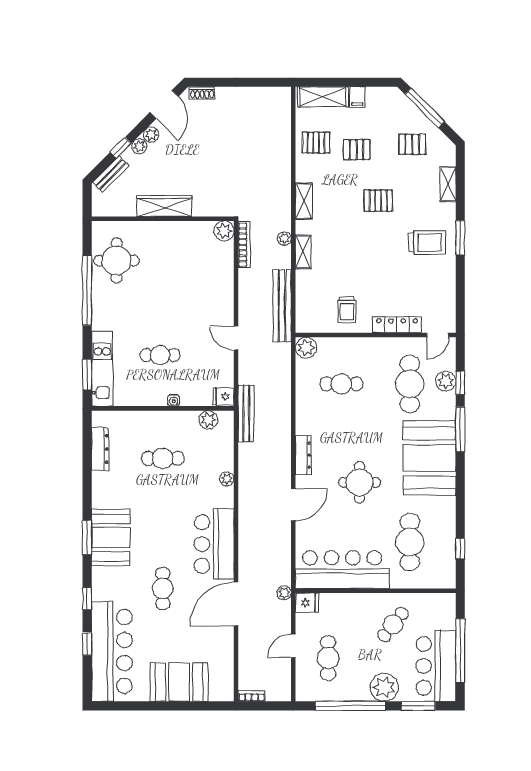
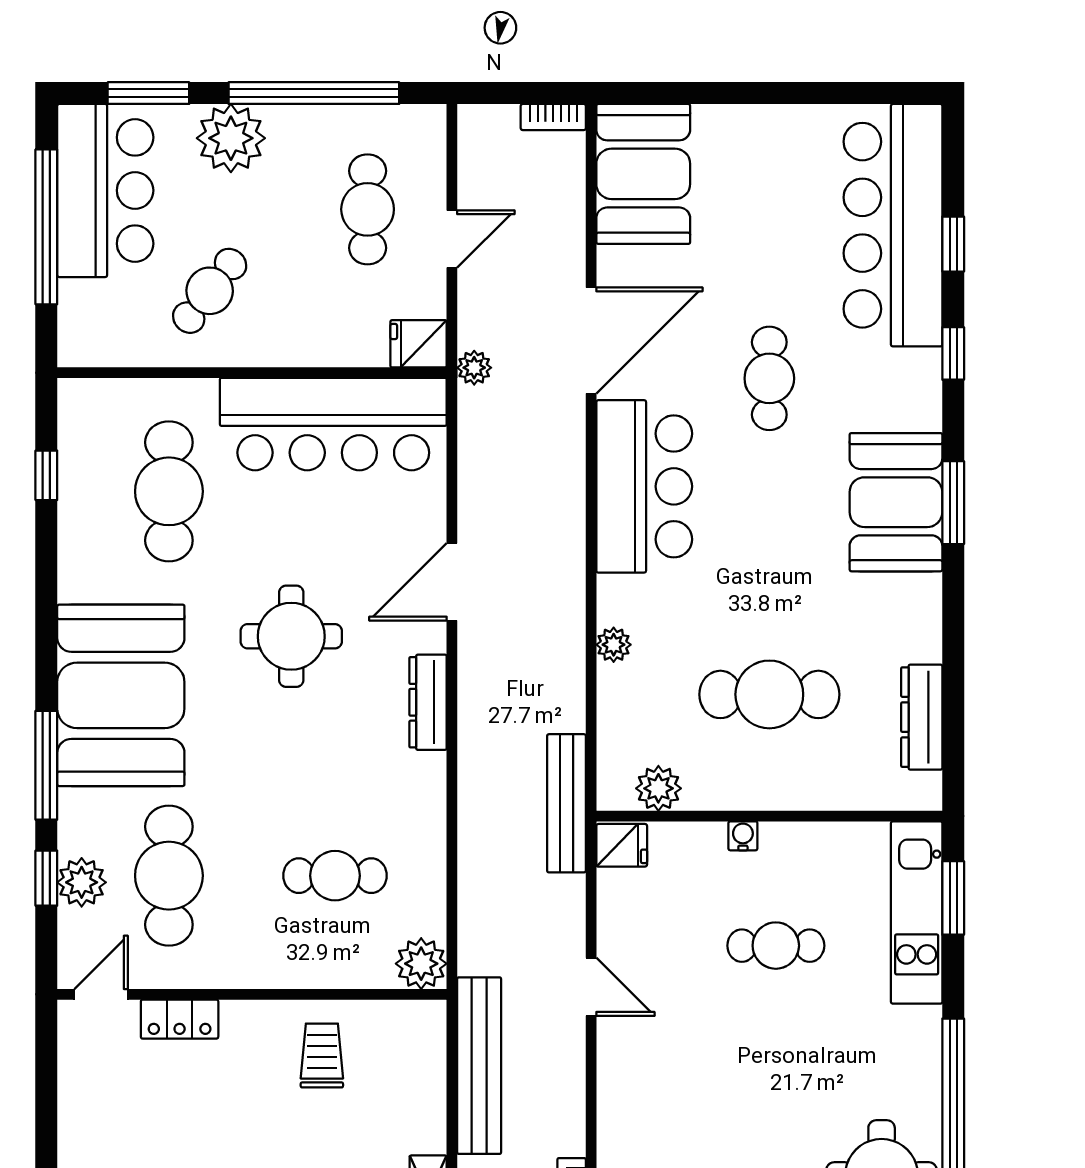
locker: (397, 325) -> (180, 1019), width x0.66
cafe table: (163, 458) -> (769, 694), width x1.37, depth x1.35
booth: (179, 682) -> (643, 174), moved, turned 90

